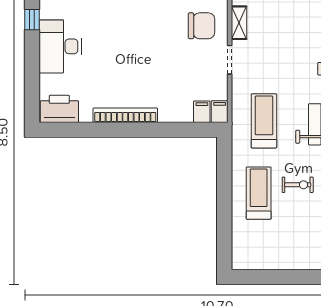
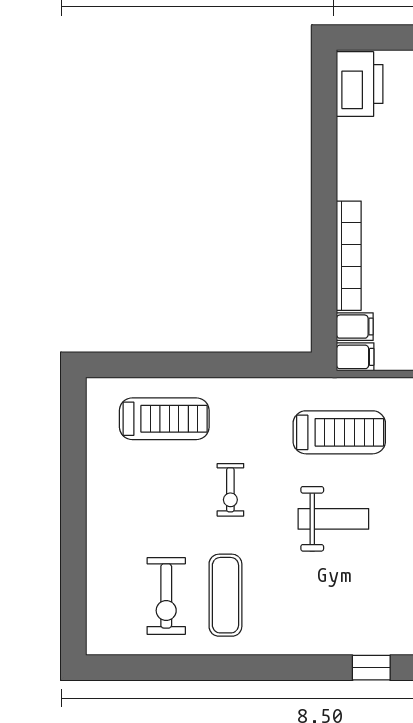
bookcase: (125, 115) -> (349, 256), moved
treadmill: (259, 193) -> (164, 419), moved

